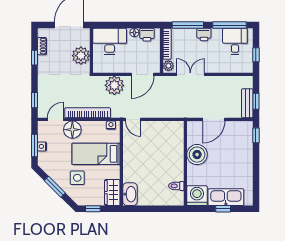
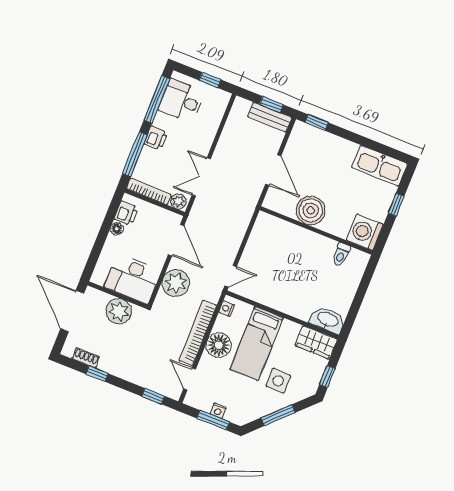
desk: (110, 41) -> (133, 279), moved, turned -90
floor lamp: (72, 130) -> (219, 345), moved
kitchen sink: (226, 197) -> (380, 166), moved, turned -90

